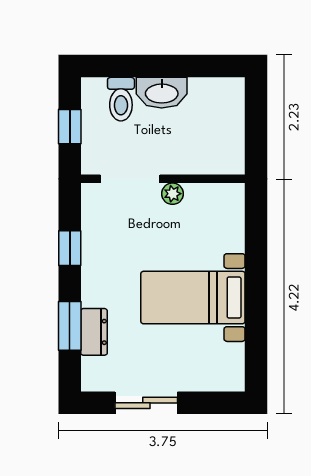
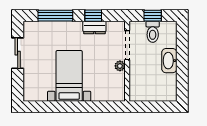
toilet: (121, 99) -> (153, 32), moved, turned -90
window: (70, 326) -> (55, 16), width x1.44
dresser: (94, 332) -> (94, 28), moved

